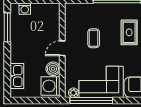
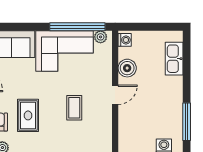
washing machine: (50, 86) -> (125, 40), width x0.53, depth x0.53

